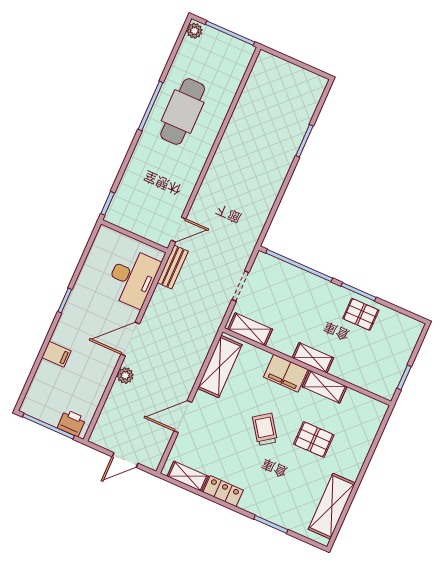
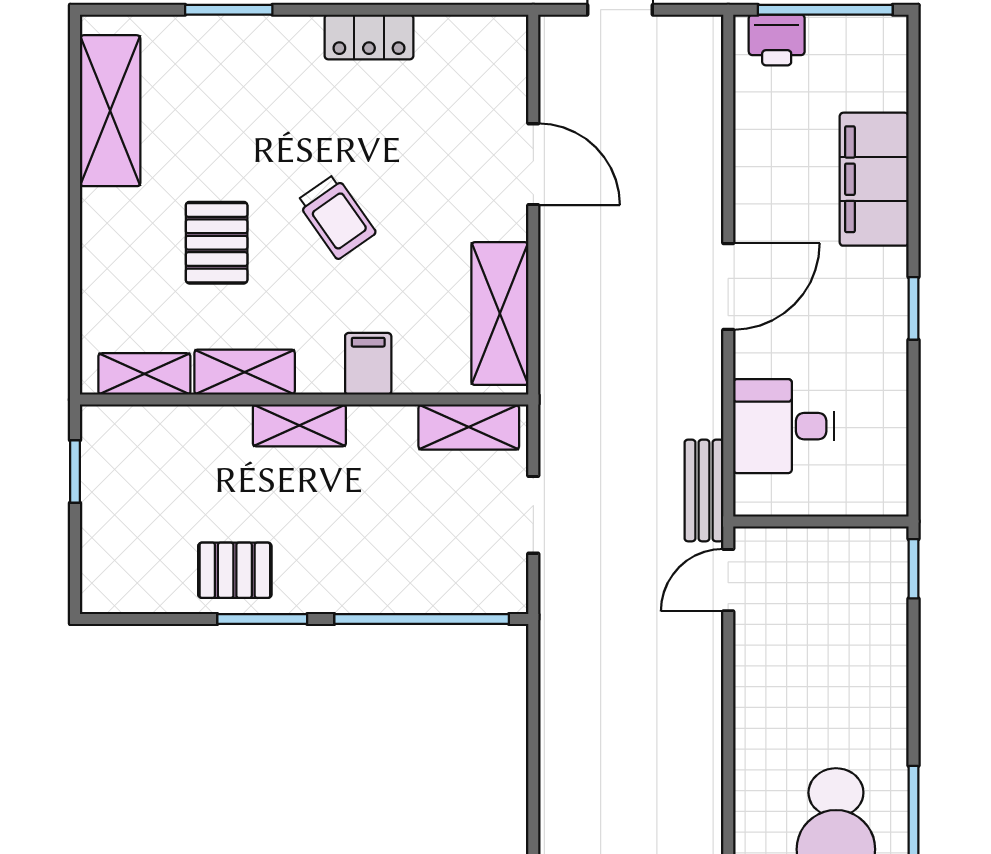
desk: (132, 278) -> (784, 426), width x0.73
filing cabinet: (56, 354) -> (874, 179), width x3.00, depth x1.17
filing cabinet: (286, 373) -> (368, 364), width x0.50
plant: (125, 375) -> (703, 200), removed
door: (183, 417) -> (533, 164), hinge flipped
pallet: (314, 439) -> (217, 243), turned 90
shelving: (188, 476) -> (144, 374), moved

